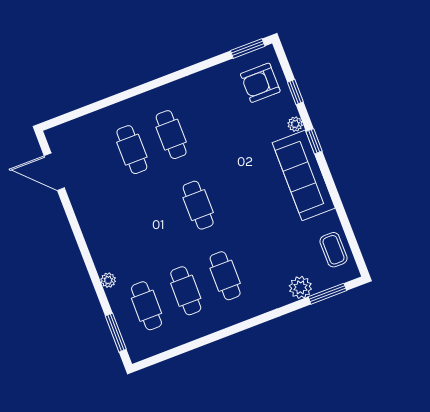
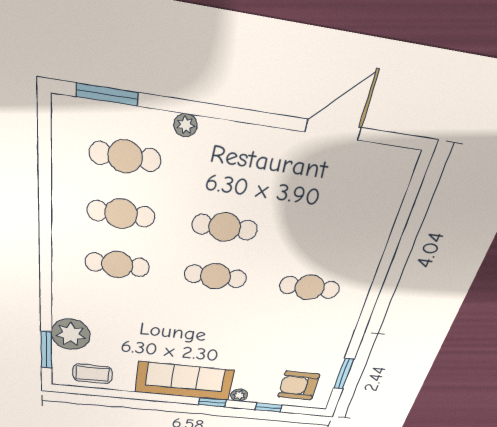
window: (248, 48) -> (344, 374), moved
armchair: (260, 83) -> (299, 386), turned -90
cafe table: (132, 150) -> (225, 227), moved
door: (54, 172) -> (333, 130), moved
plant: (300, 287) -> (71, 334), width x1.36, depth x1.36

